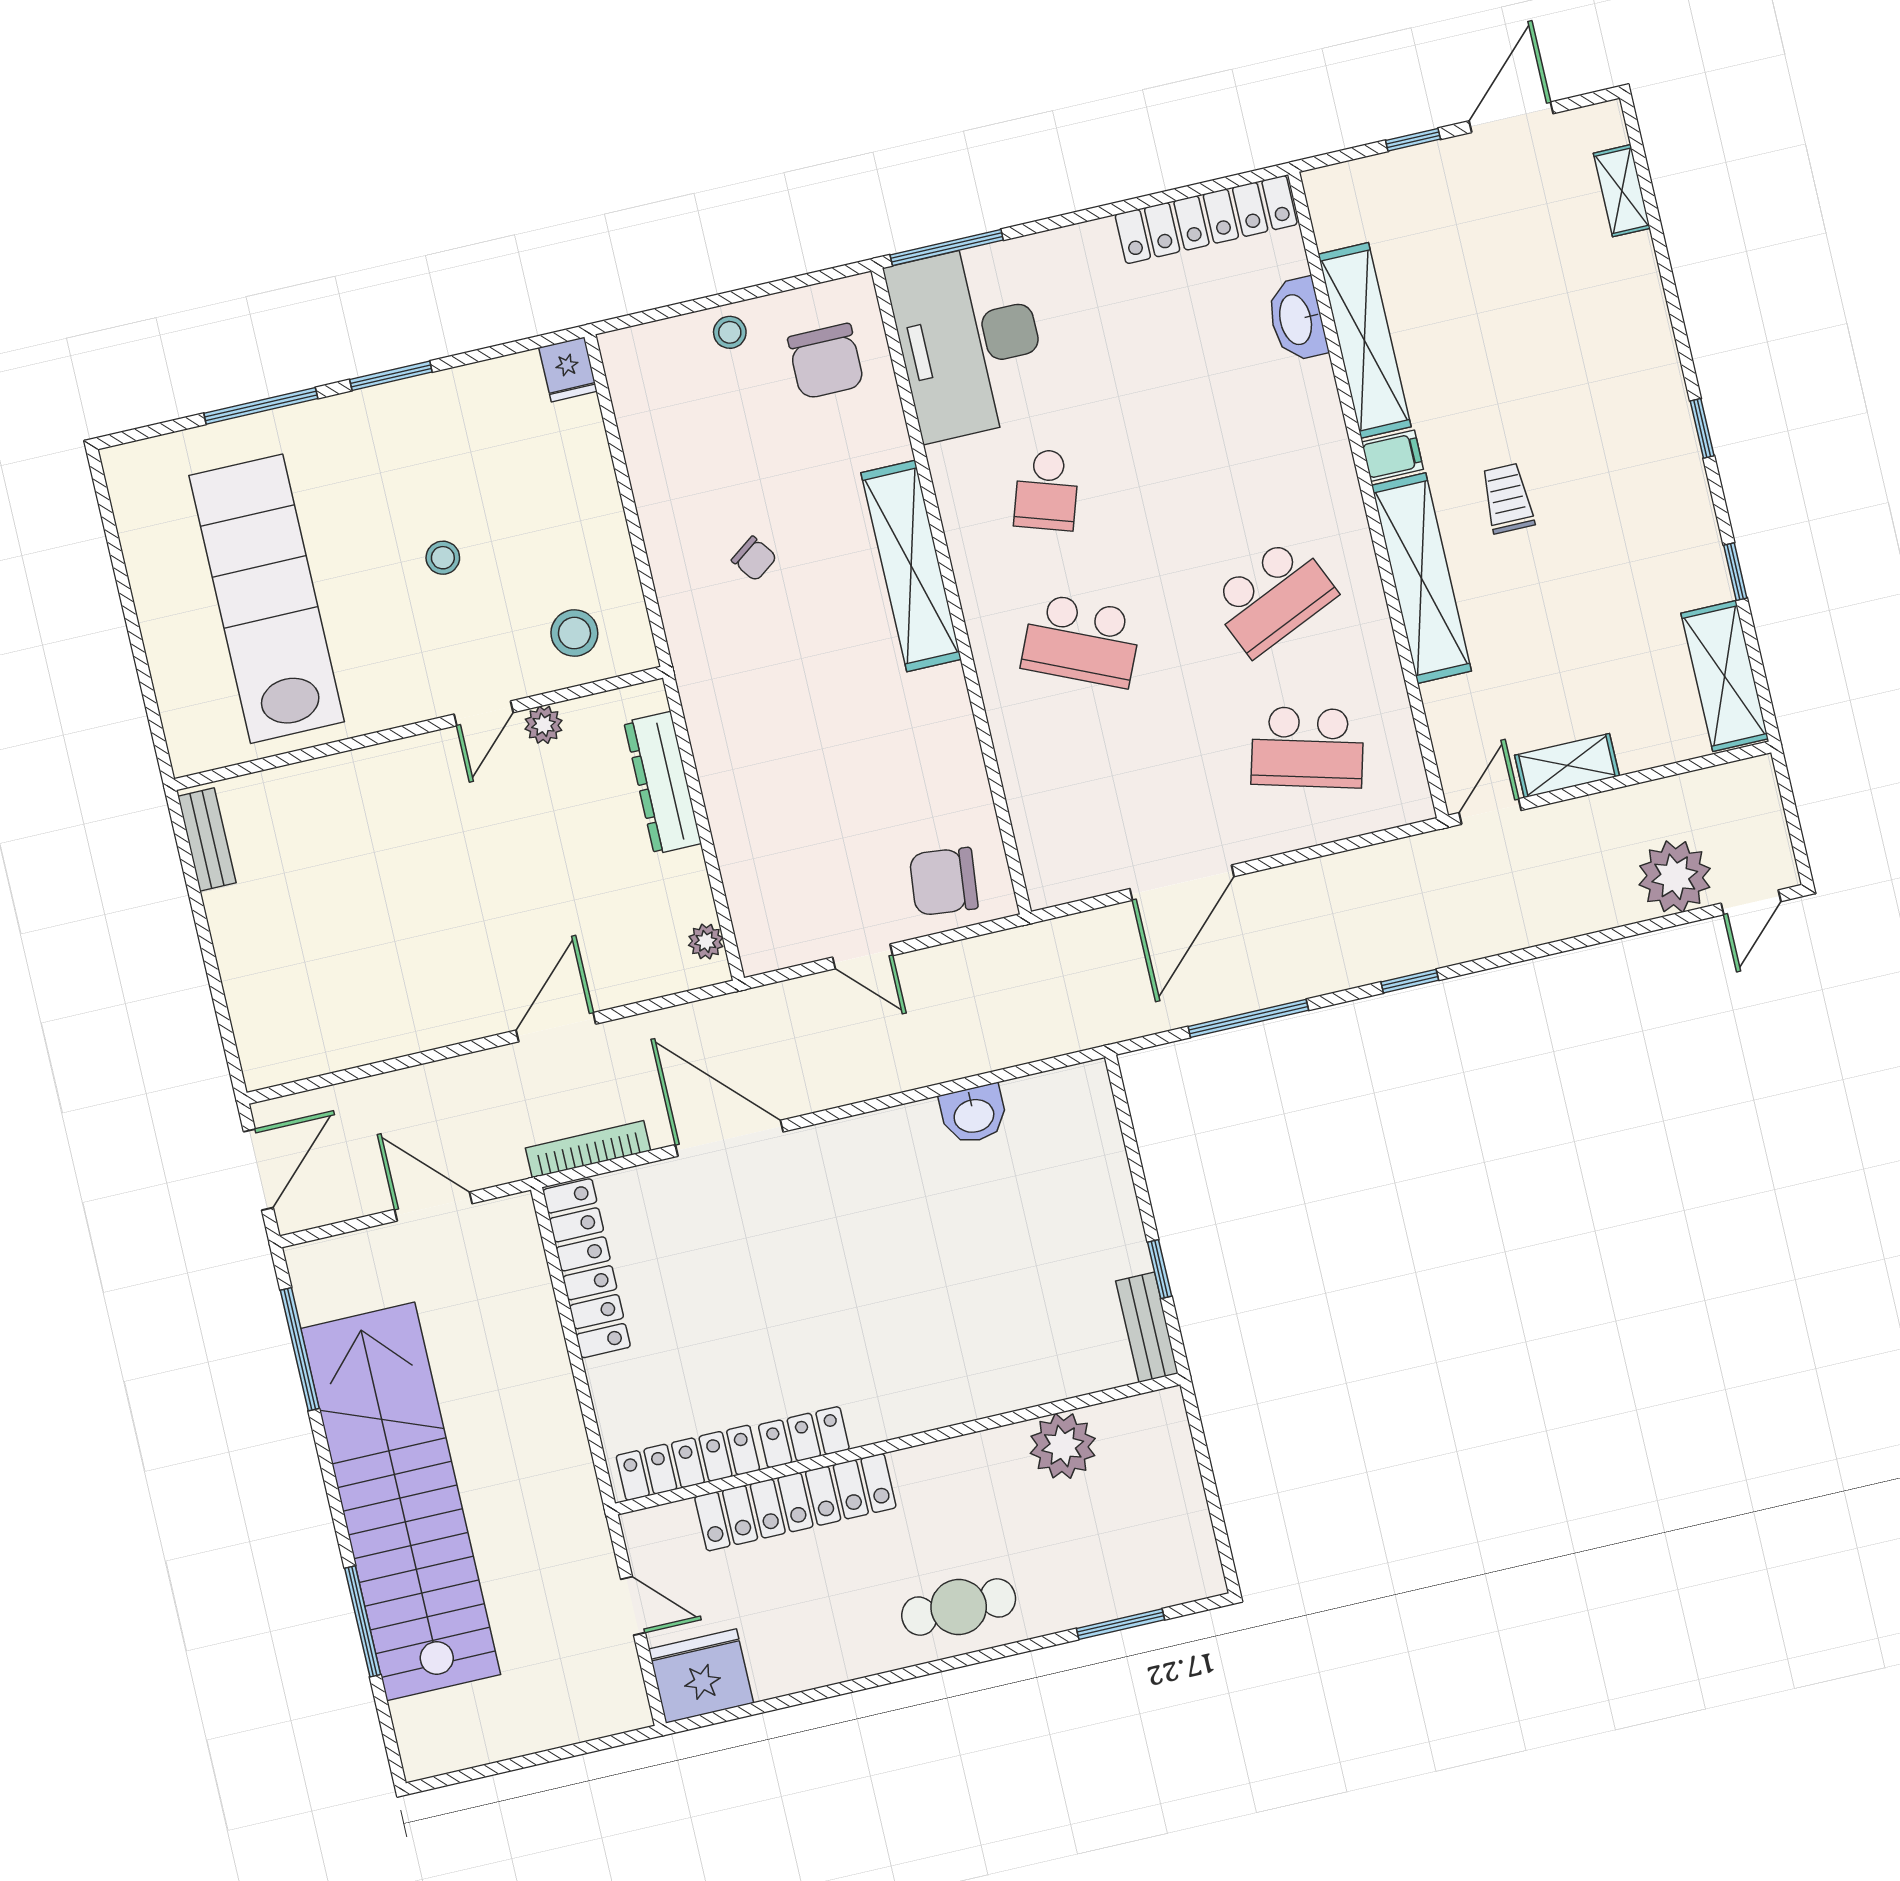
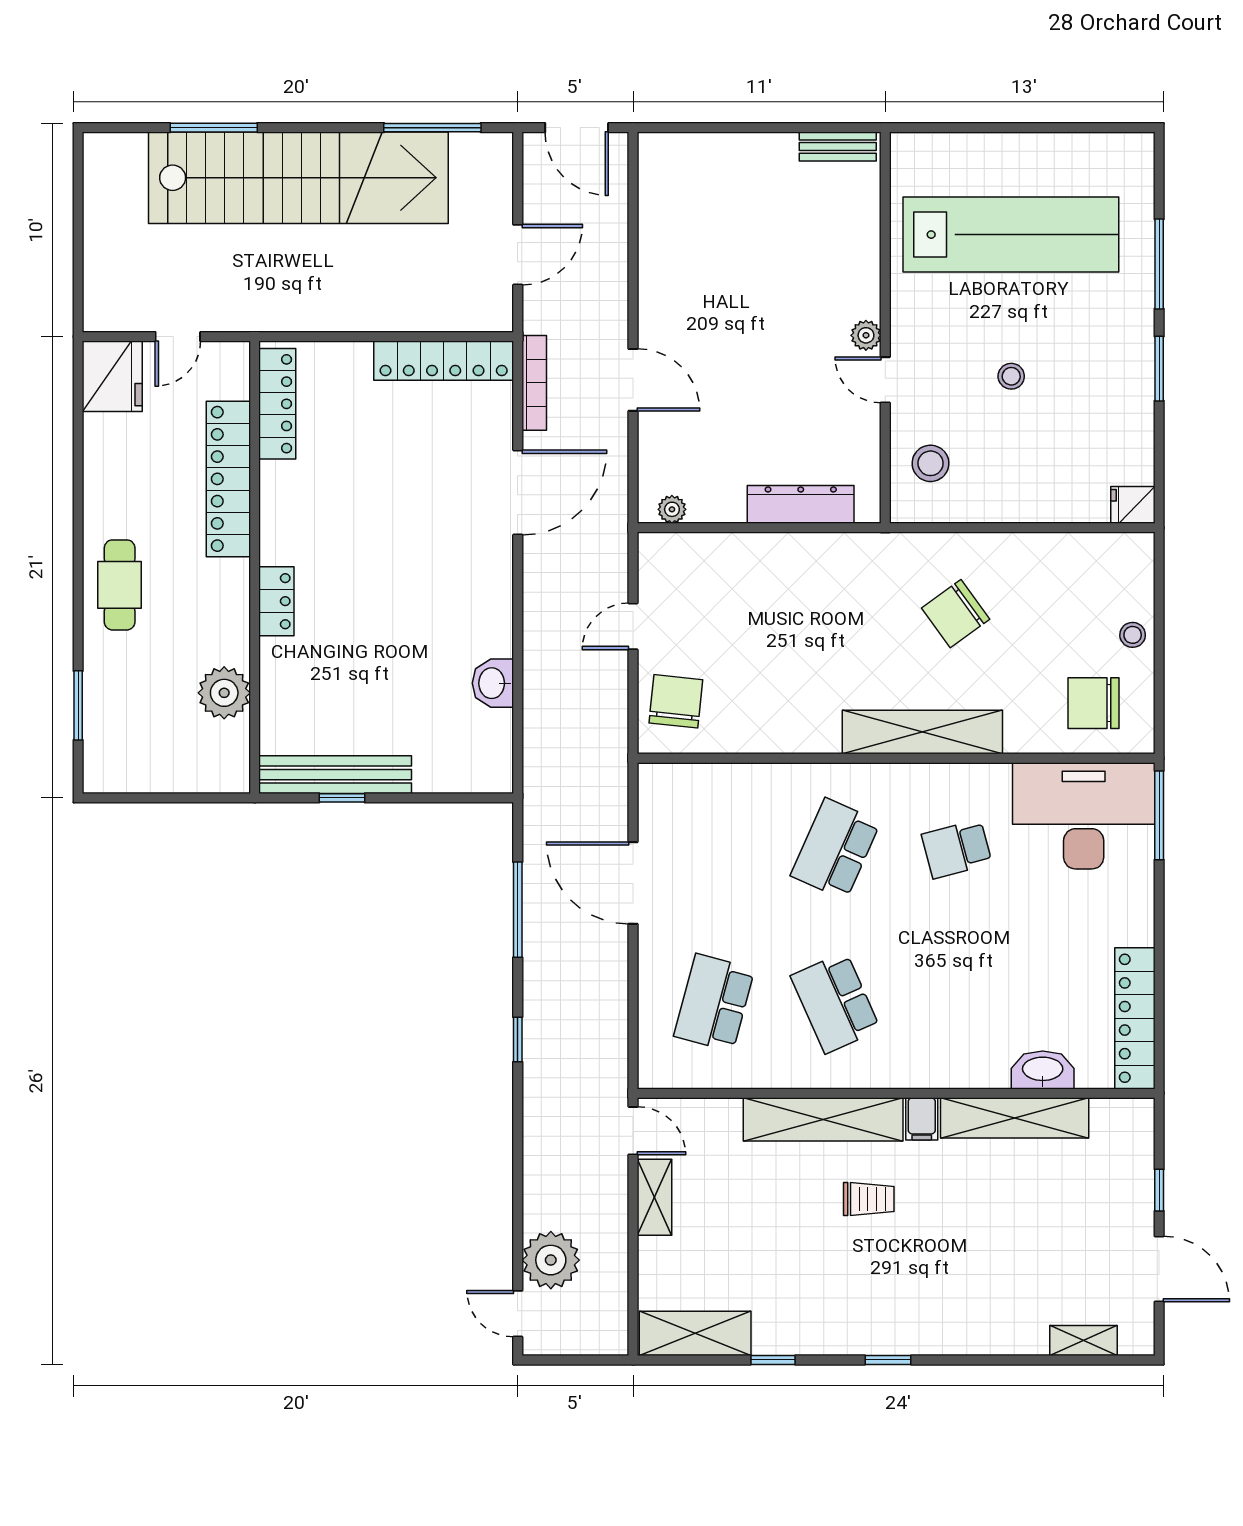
school desk: (1047, 490) -> (957, 849), turned -33
chair: (754, 559) -> (956, 614), width x1.87, depth x1.87
plant: (544, 725) -> (866, 335), moved
bench: (1147, 1327) -> (335, 775), width x1.86, depth x1.21
locker: (804, 1437) -> (276, 601), moved

